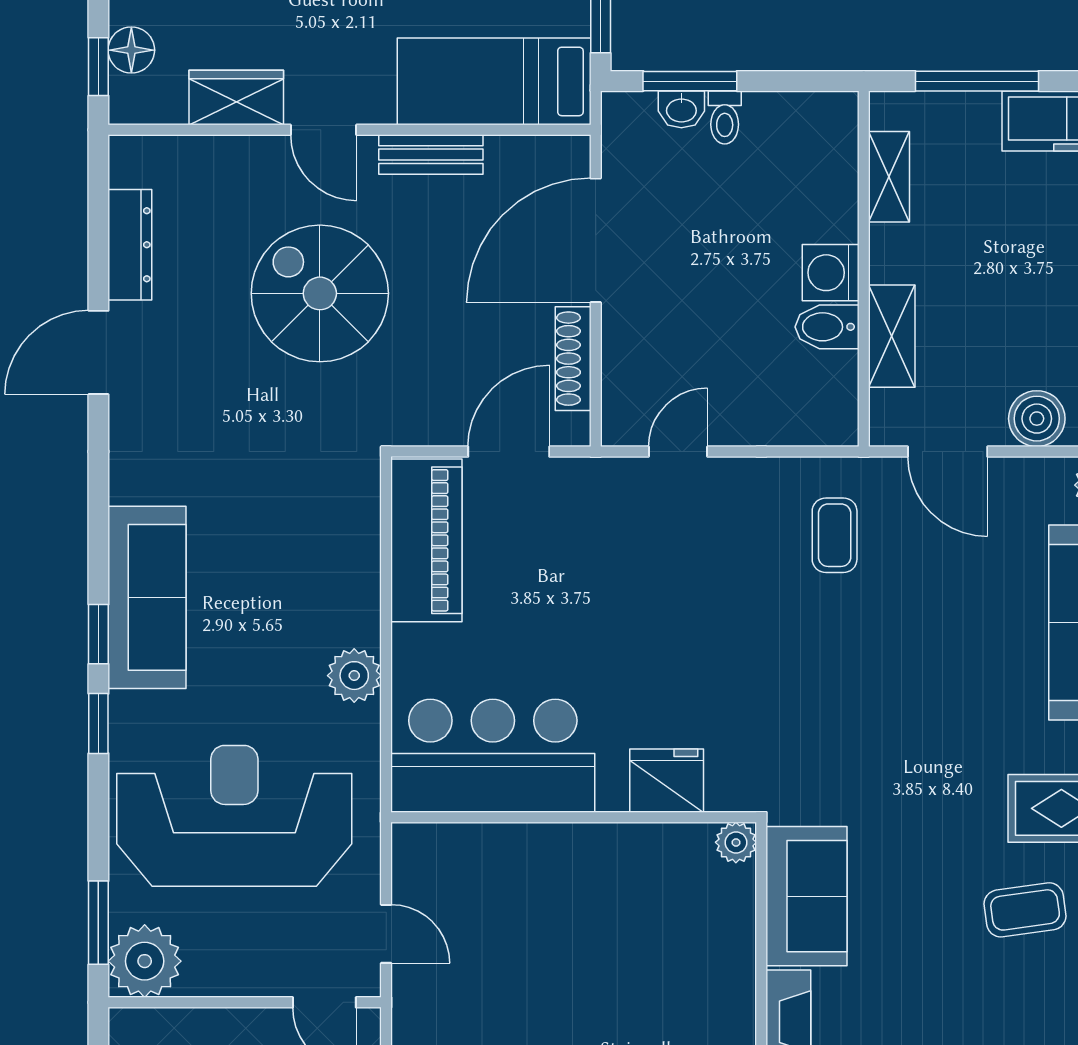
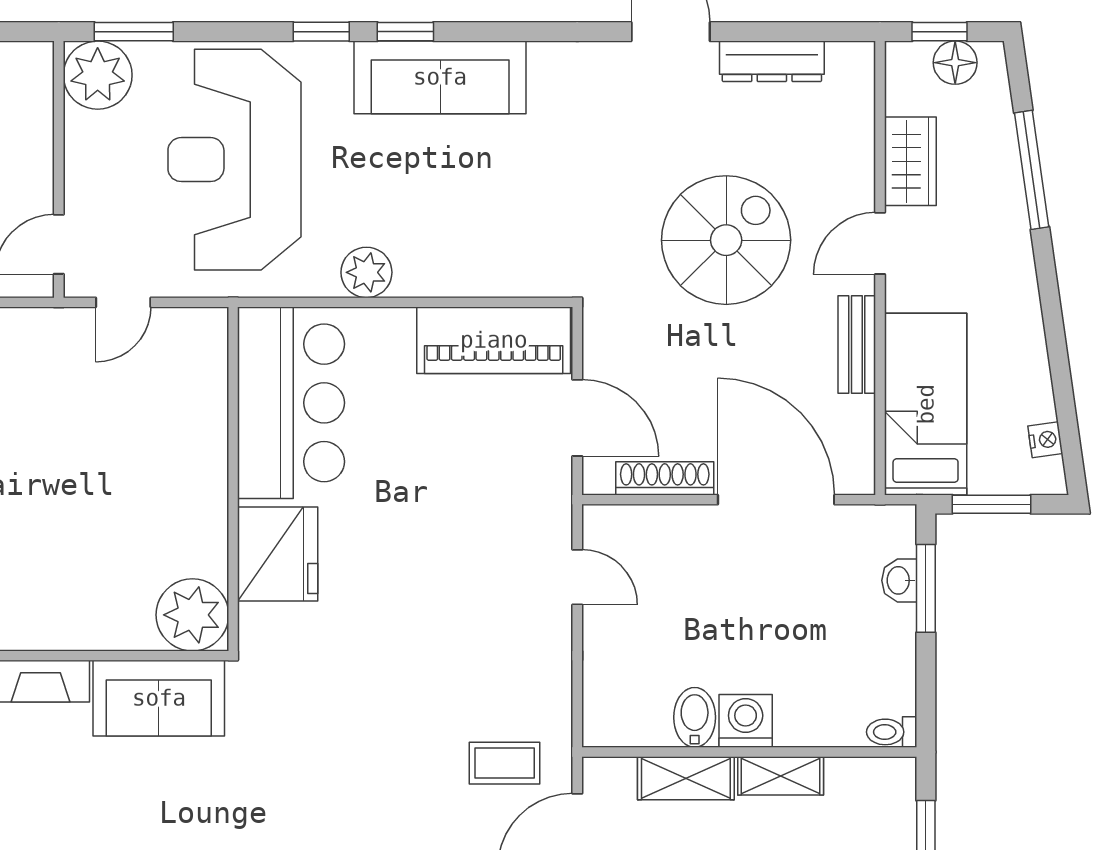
toilet: (725, 117) -> (892, 732), moved
shelving: (889, 177) -> (781, 776), moved
coffee table: (835, 535) -> (505, 763), moved
fridge: (667, 781) -> (278, 554), width x1.36, depth x1.34
reception desk: (234, 816) -> (234, 160), turned 180
plant: (736, 842) -> (192, 615), width x1.88, depth x1.88

